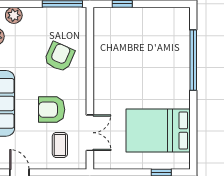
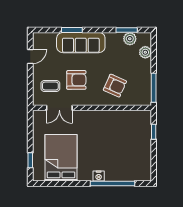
nightstand: (183, 79) -> (99, 176), added
armchair: (52, 110) -> (76, 80), turned 90

